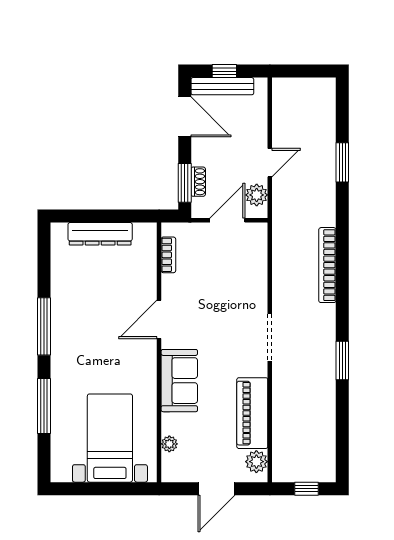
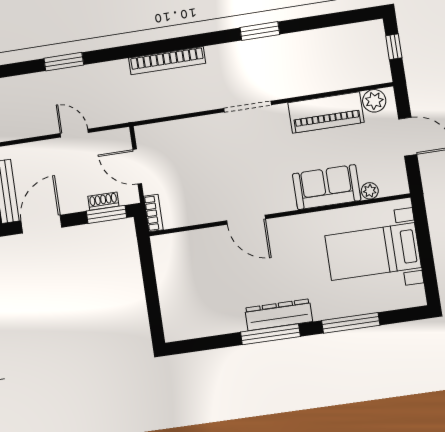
plant: (257, 195) -> (108, 141), removed
dresser: (100, 234) -> (279, 315), moved, turned -90
bookcase: (168, 255) -> (153, 213), moved, turned 90
sofa: (179, 381) -> (327, 187), moved

